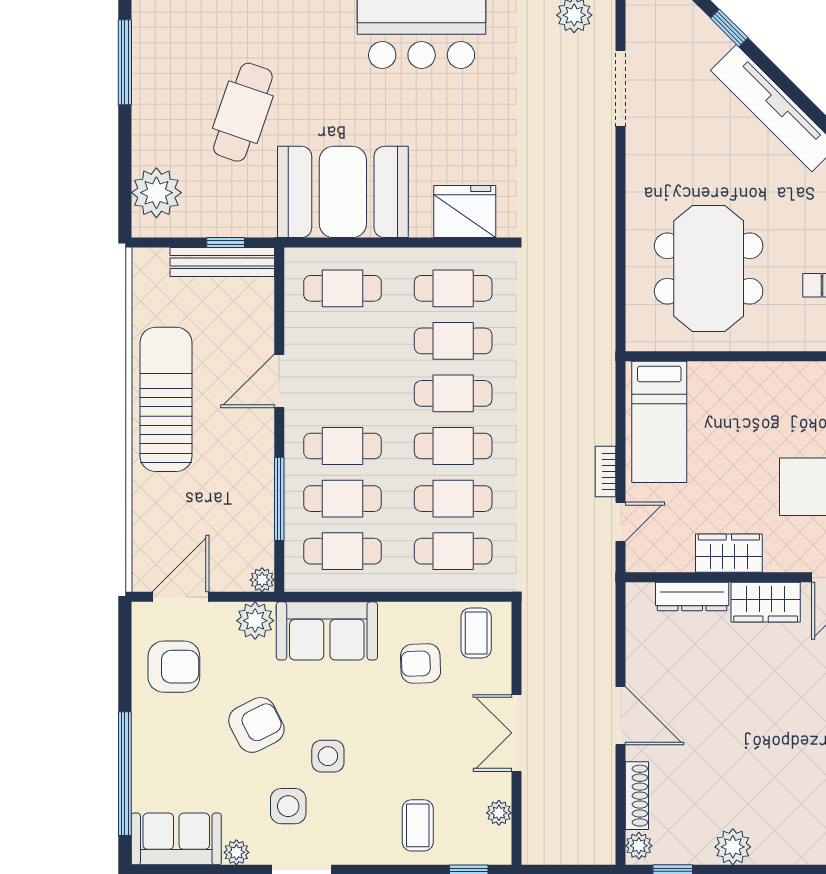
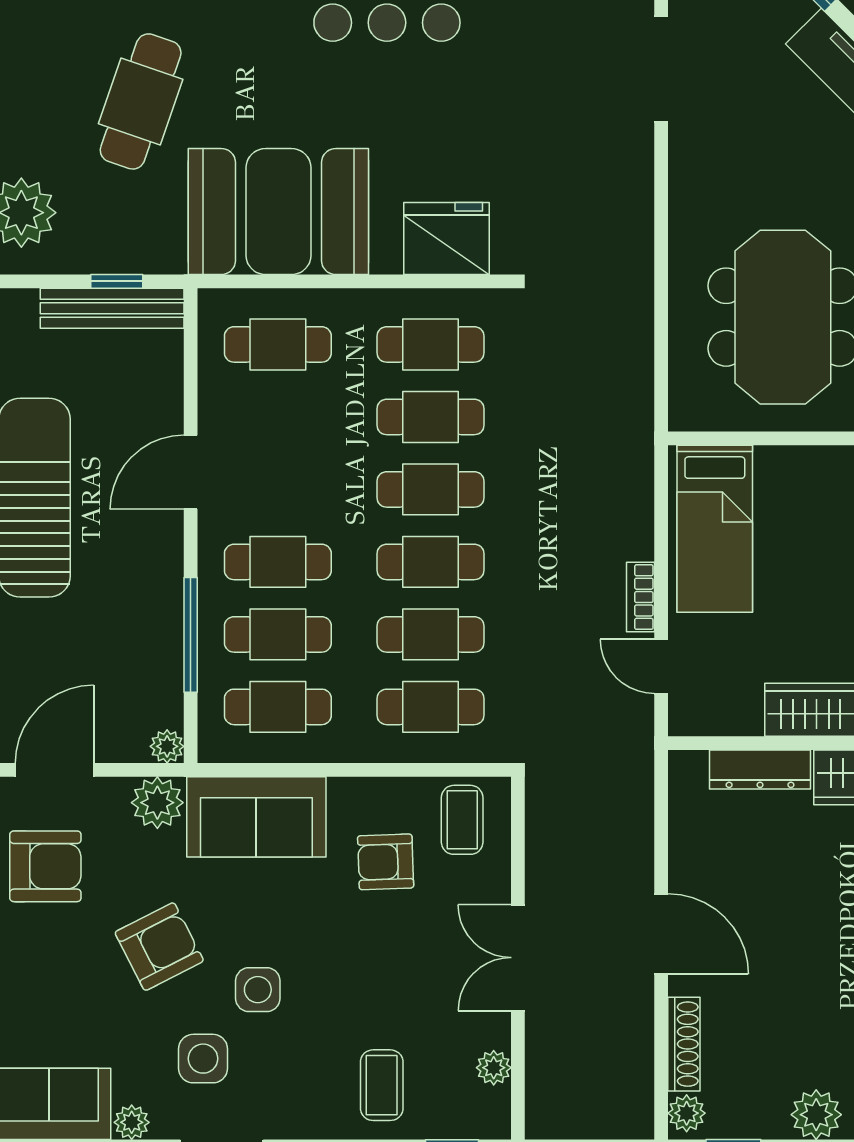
door: (620, 522) -> (661, 666), swing flipped

